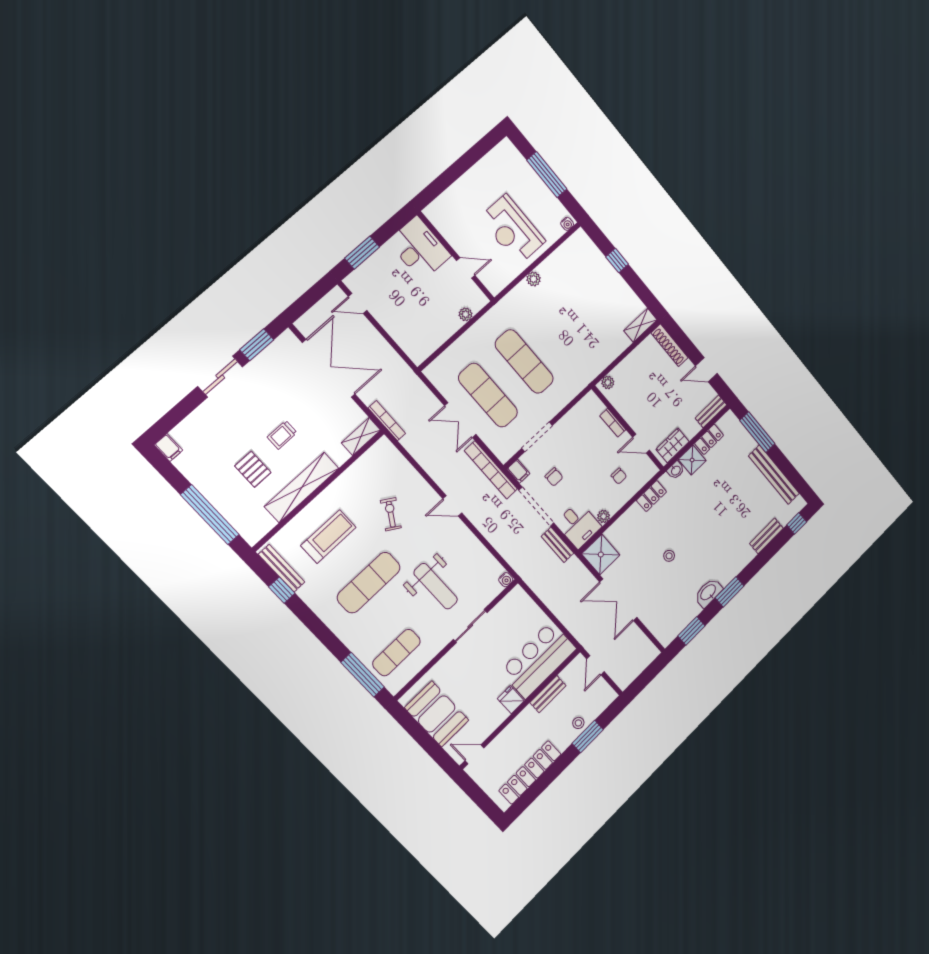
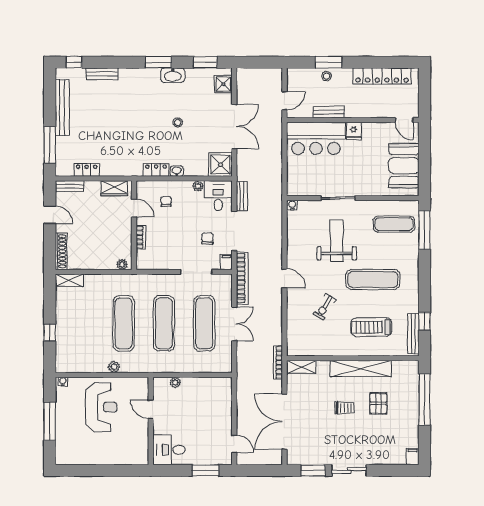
desk: (419, 248) -> (169, 450), width x0.73
exercise mat: (560, 328) -> (124, 323), added
shower: (692, 460) -> (223, 84), moved
washbasin: (676, 470) -> (177, 171), moved

